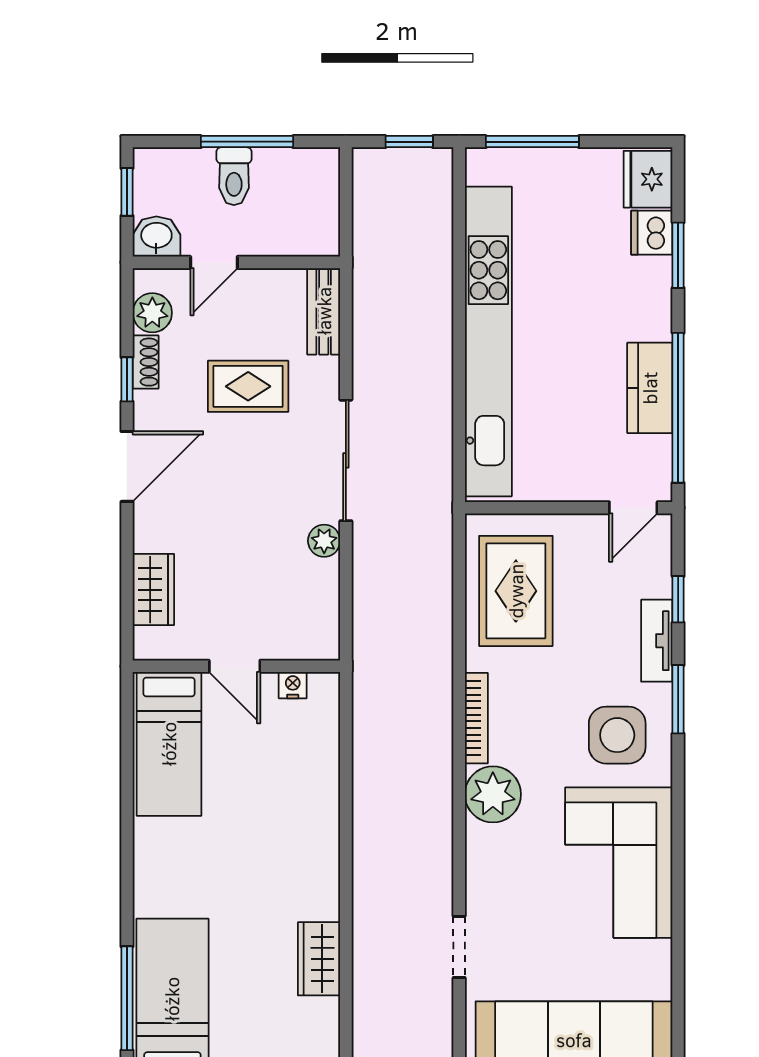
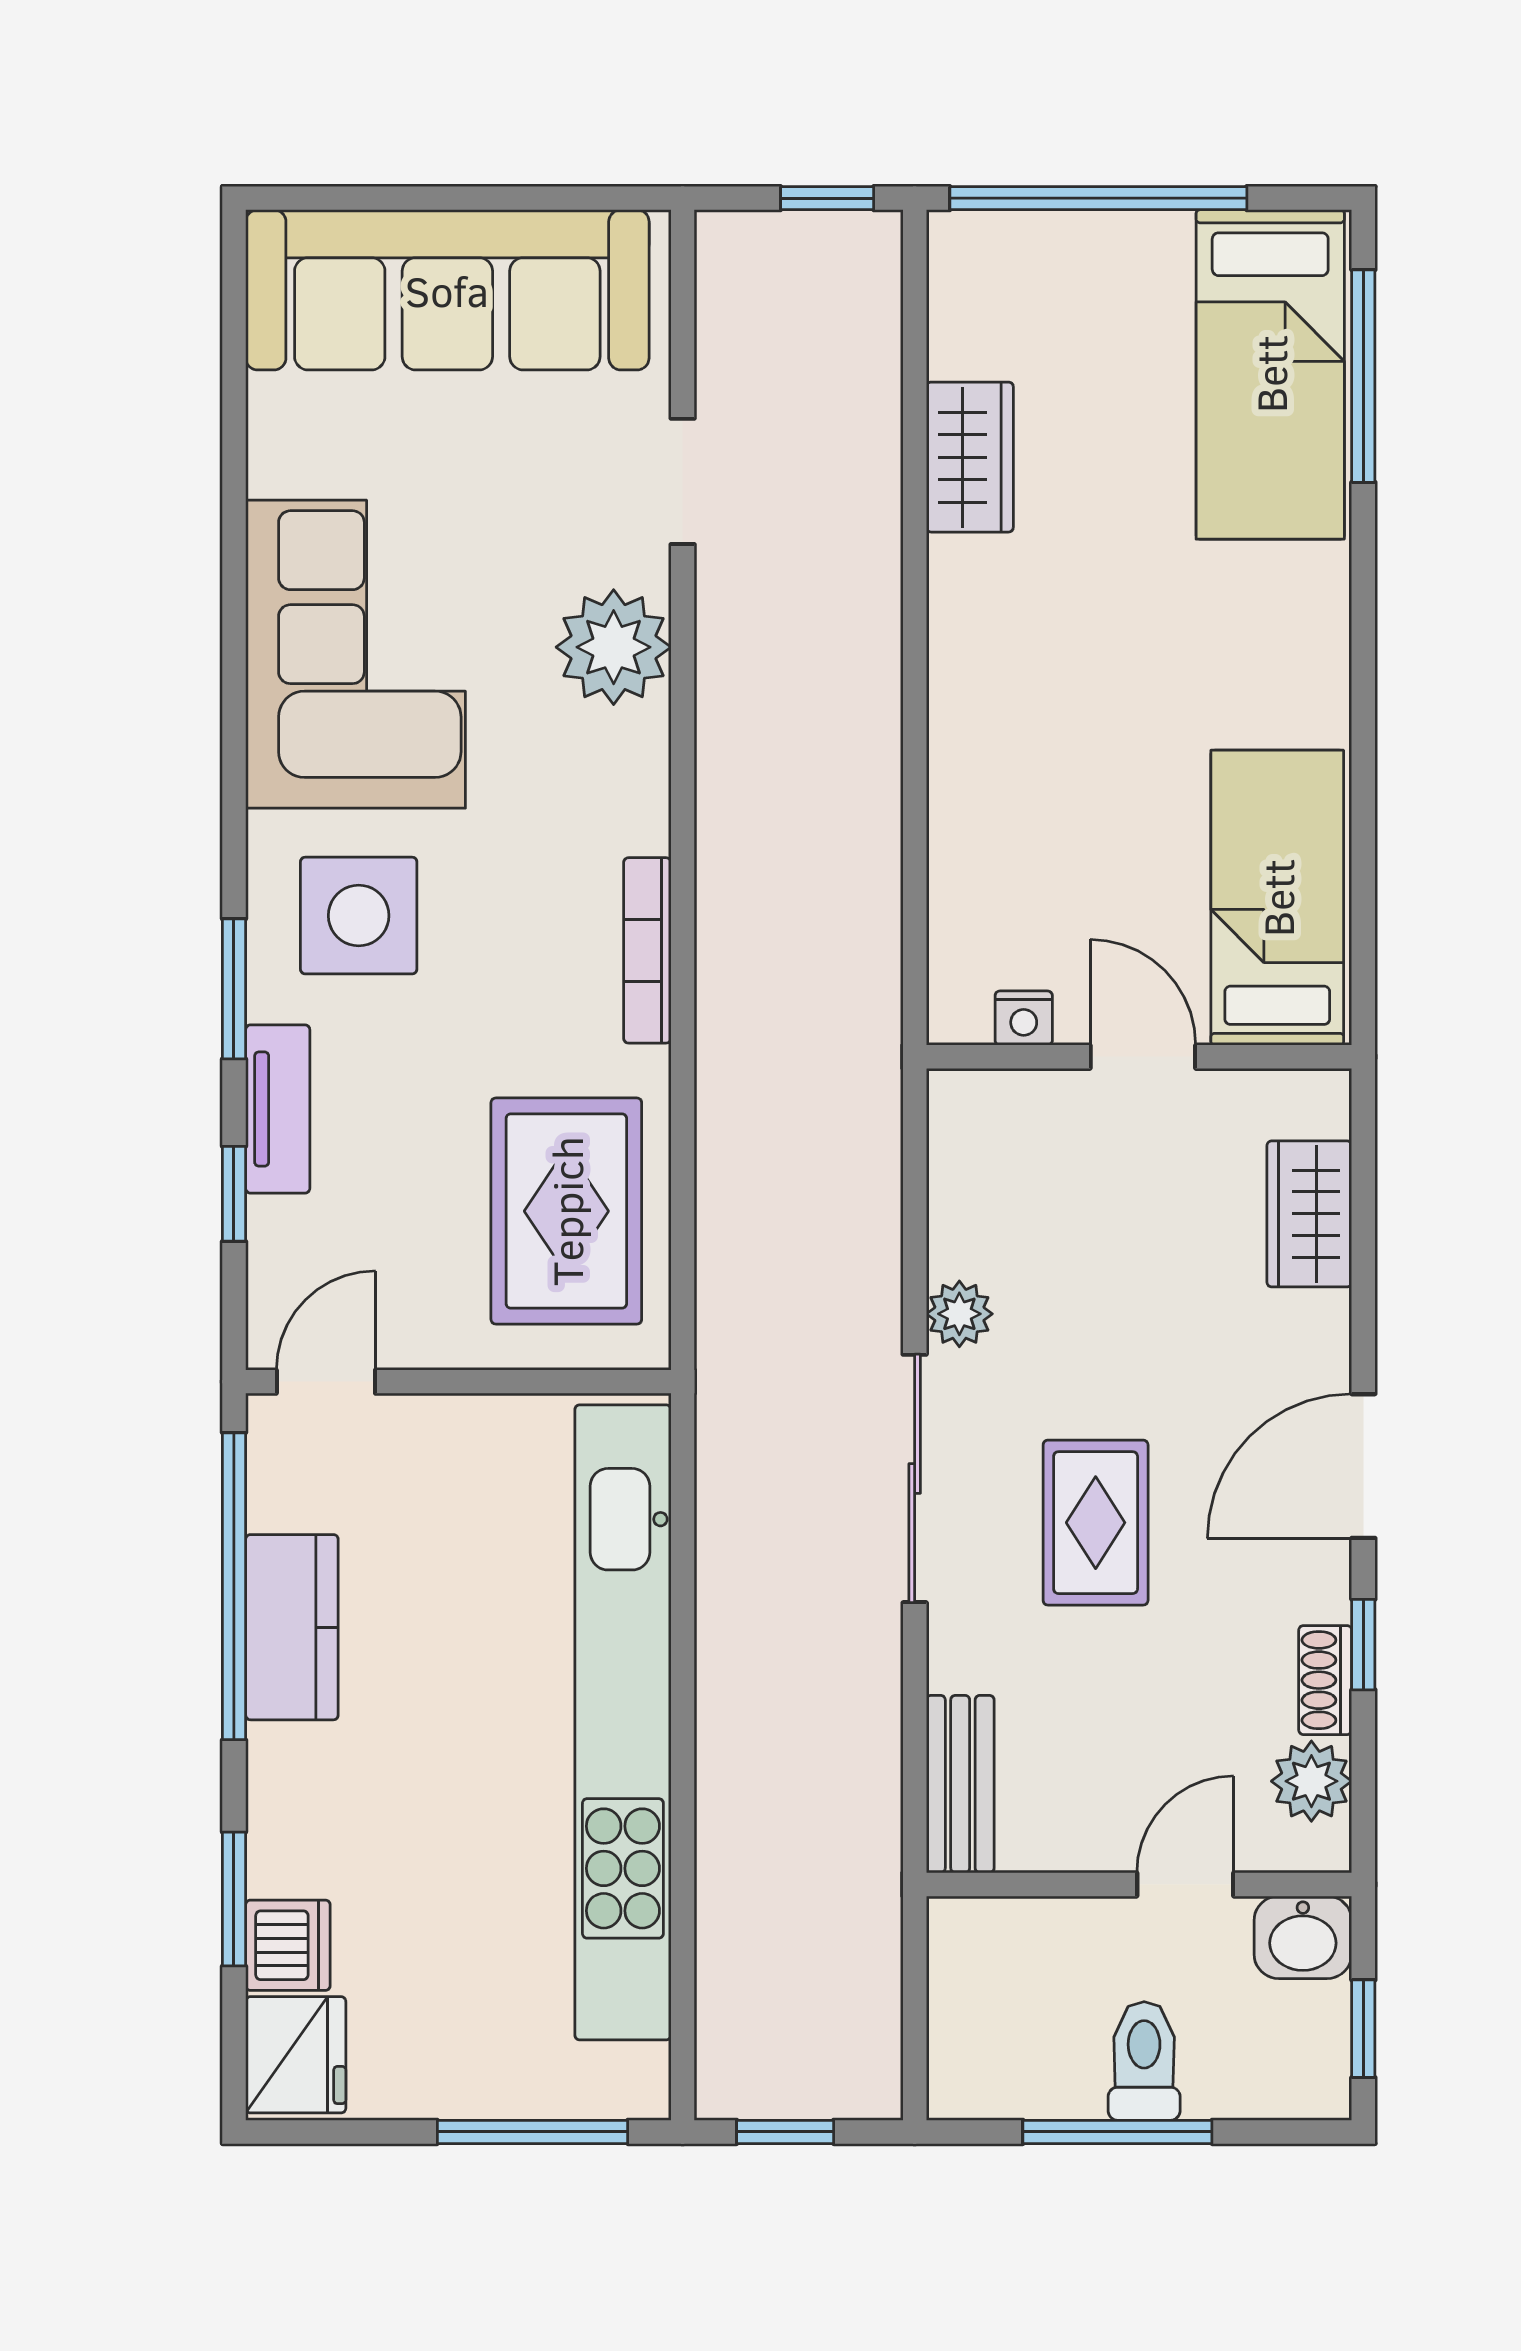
rug: (248, 386) -> (1096, 1523), moved, turned 90
plant: (493, 794) -> (614, 647), moved

